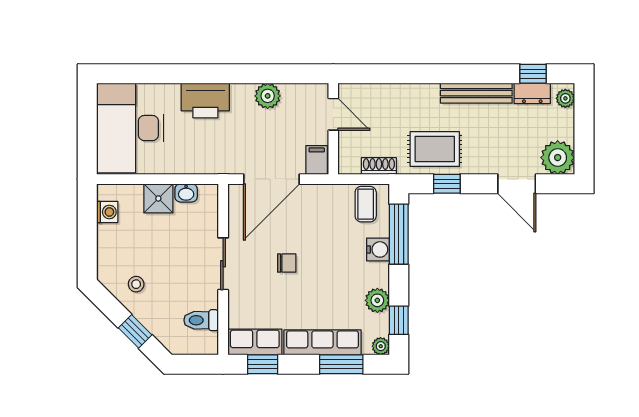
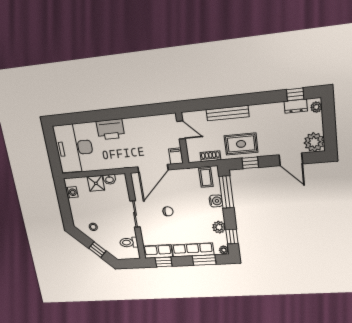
bench: (476, 93) -> (228, 113), moved
plant: (268, 96) -> (143, 123), removed

